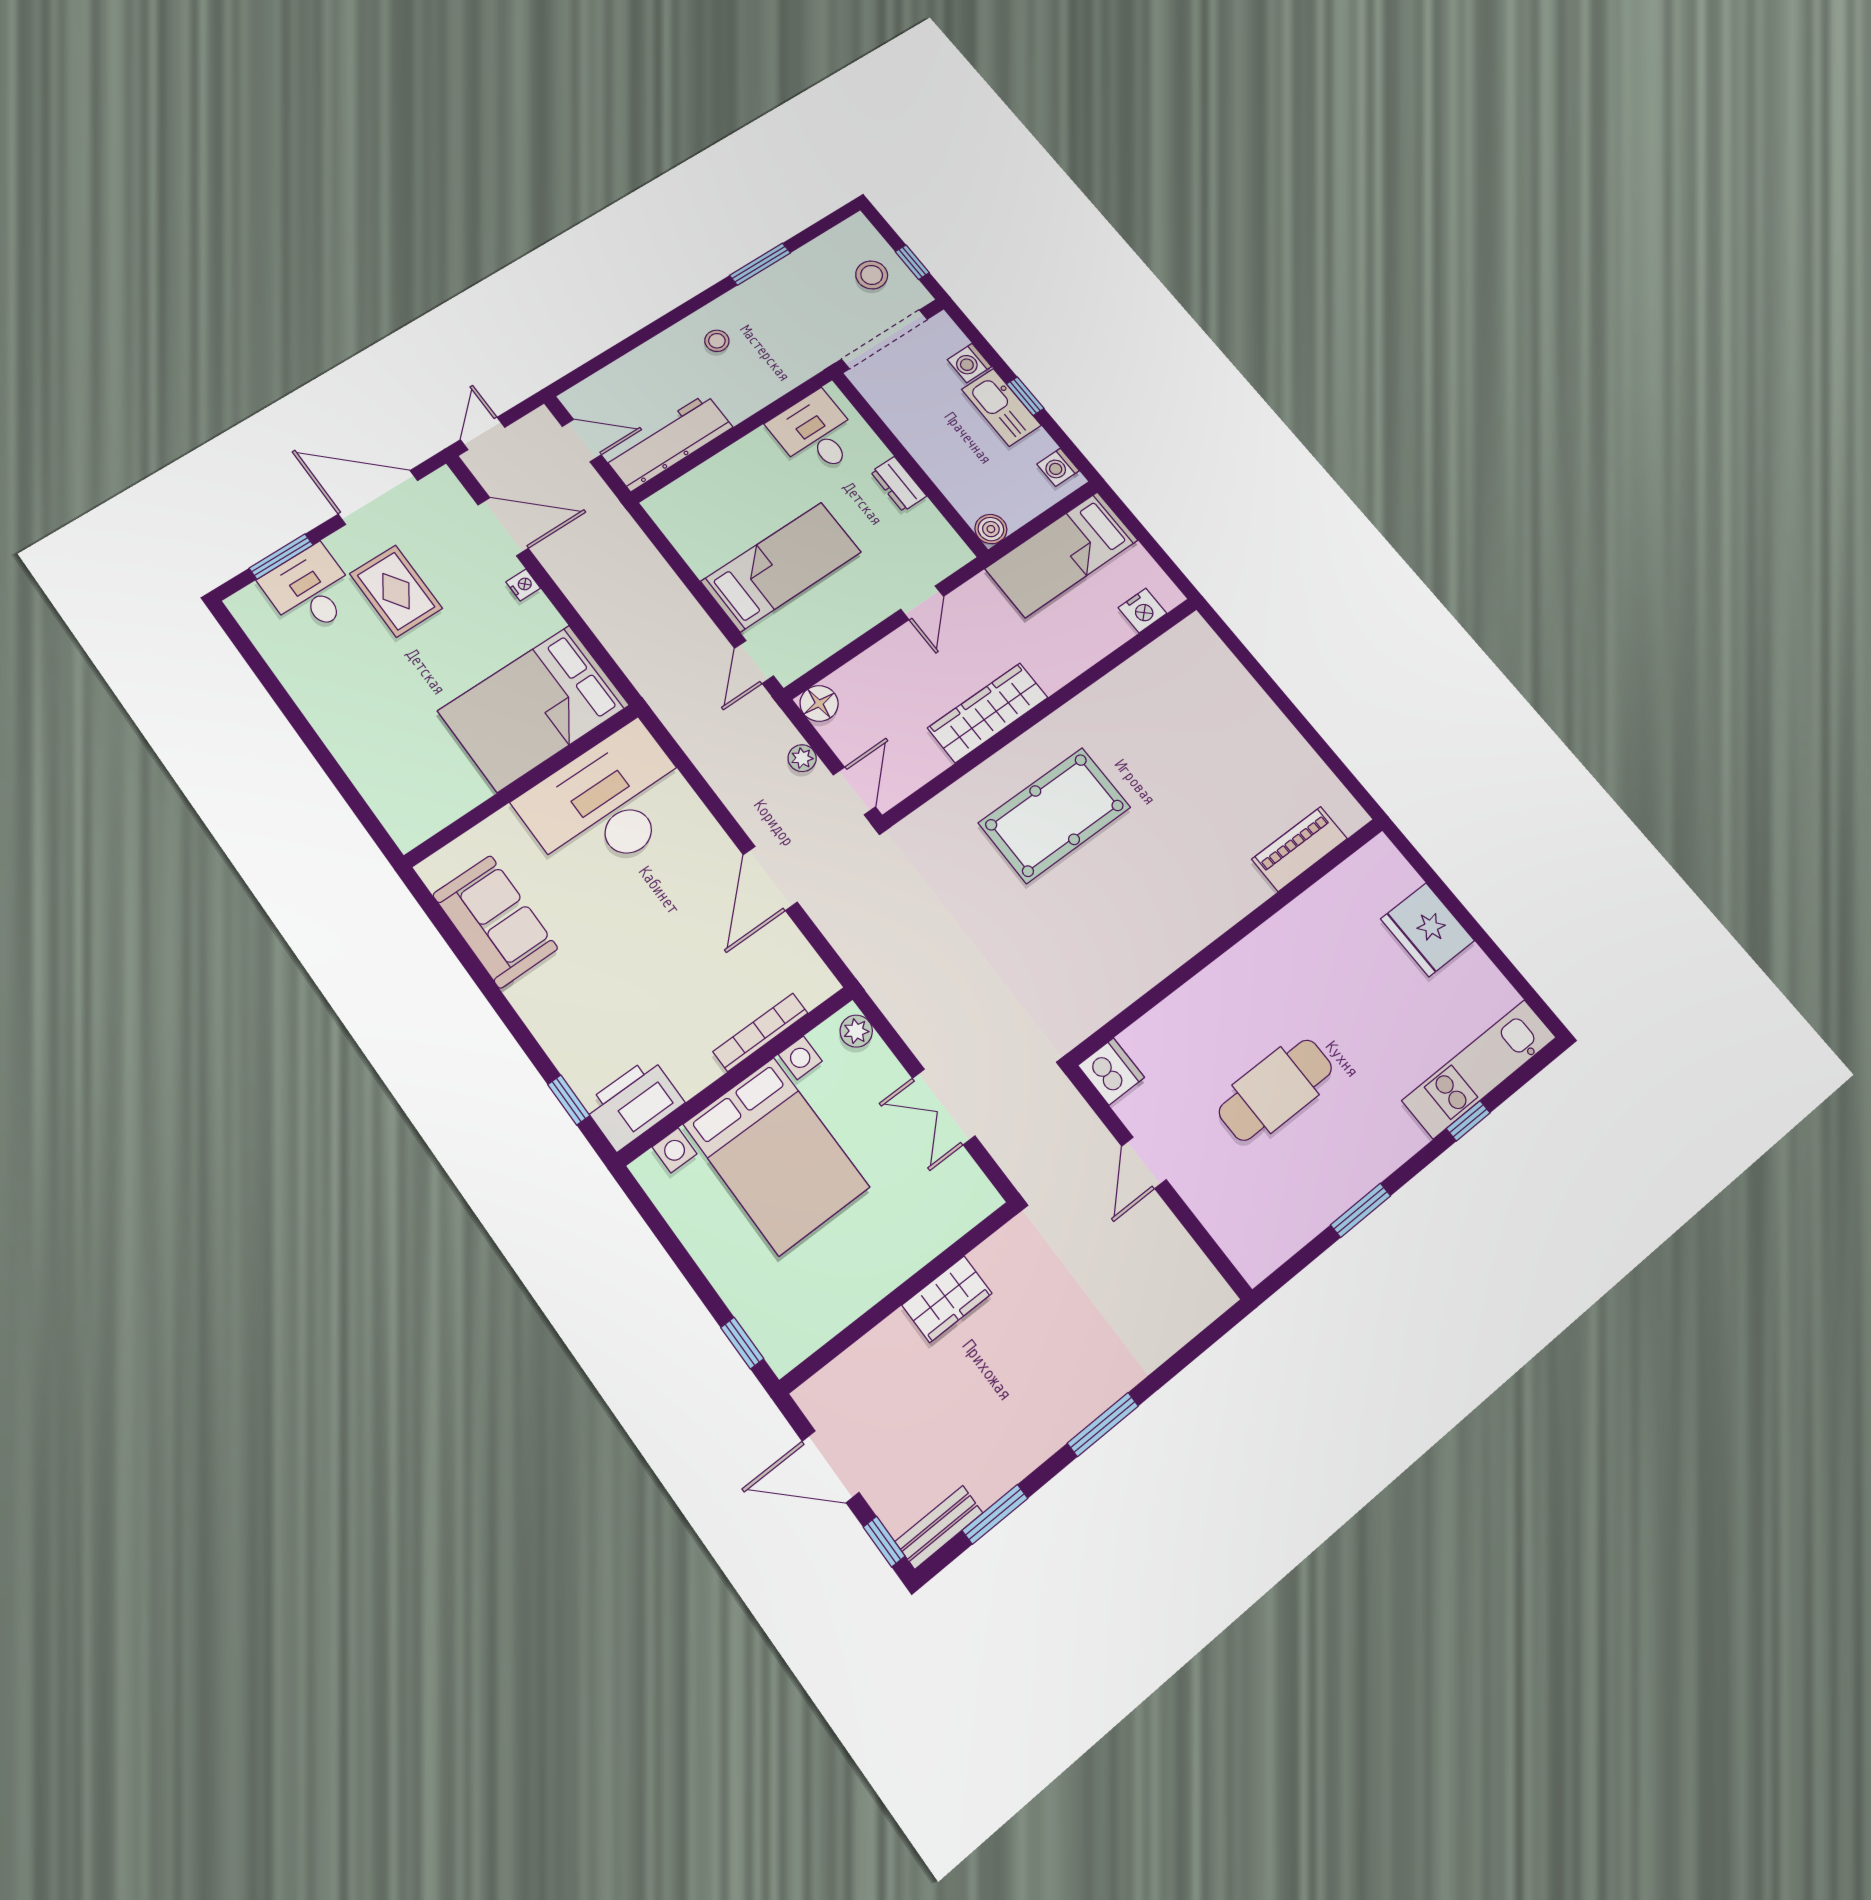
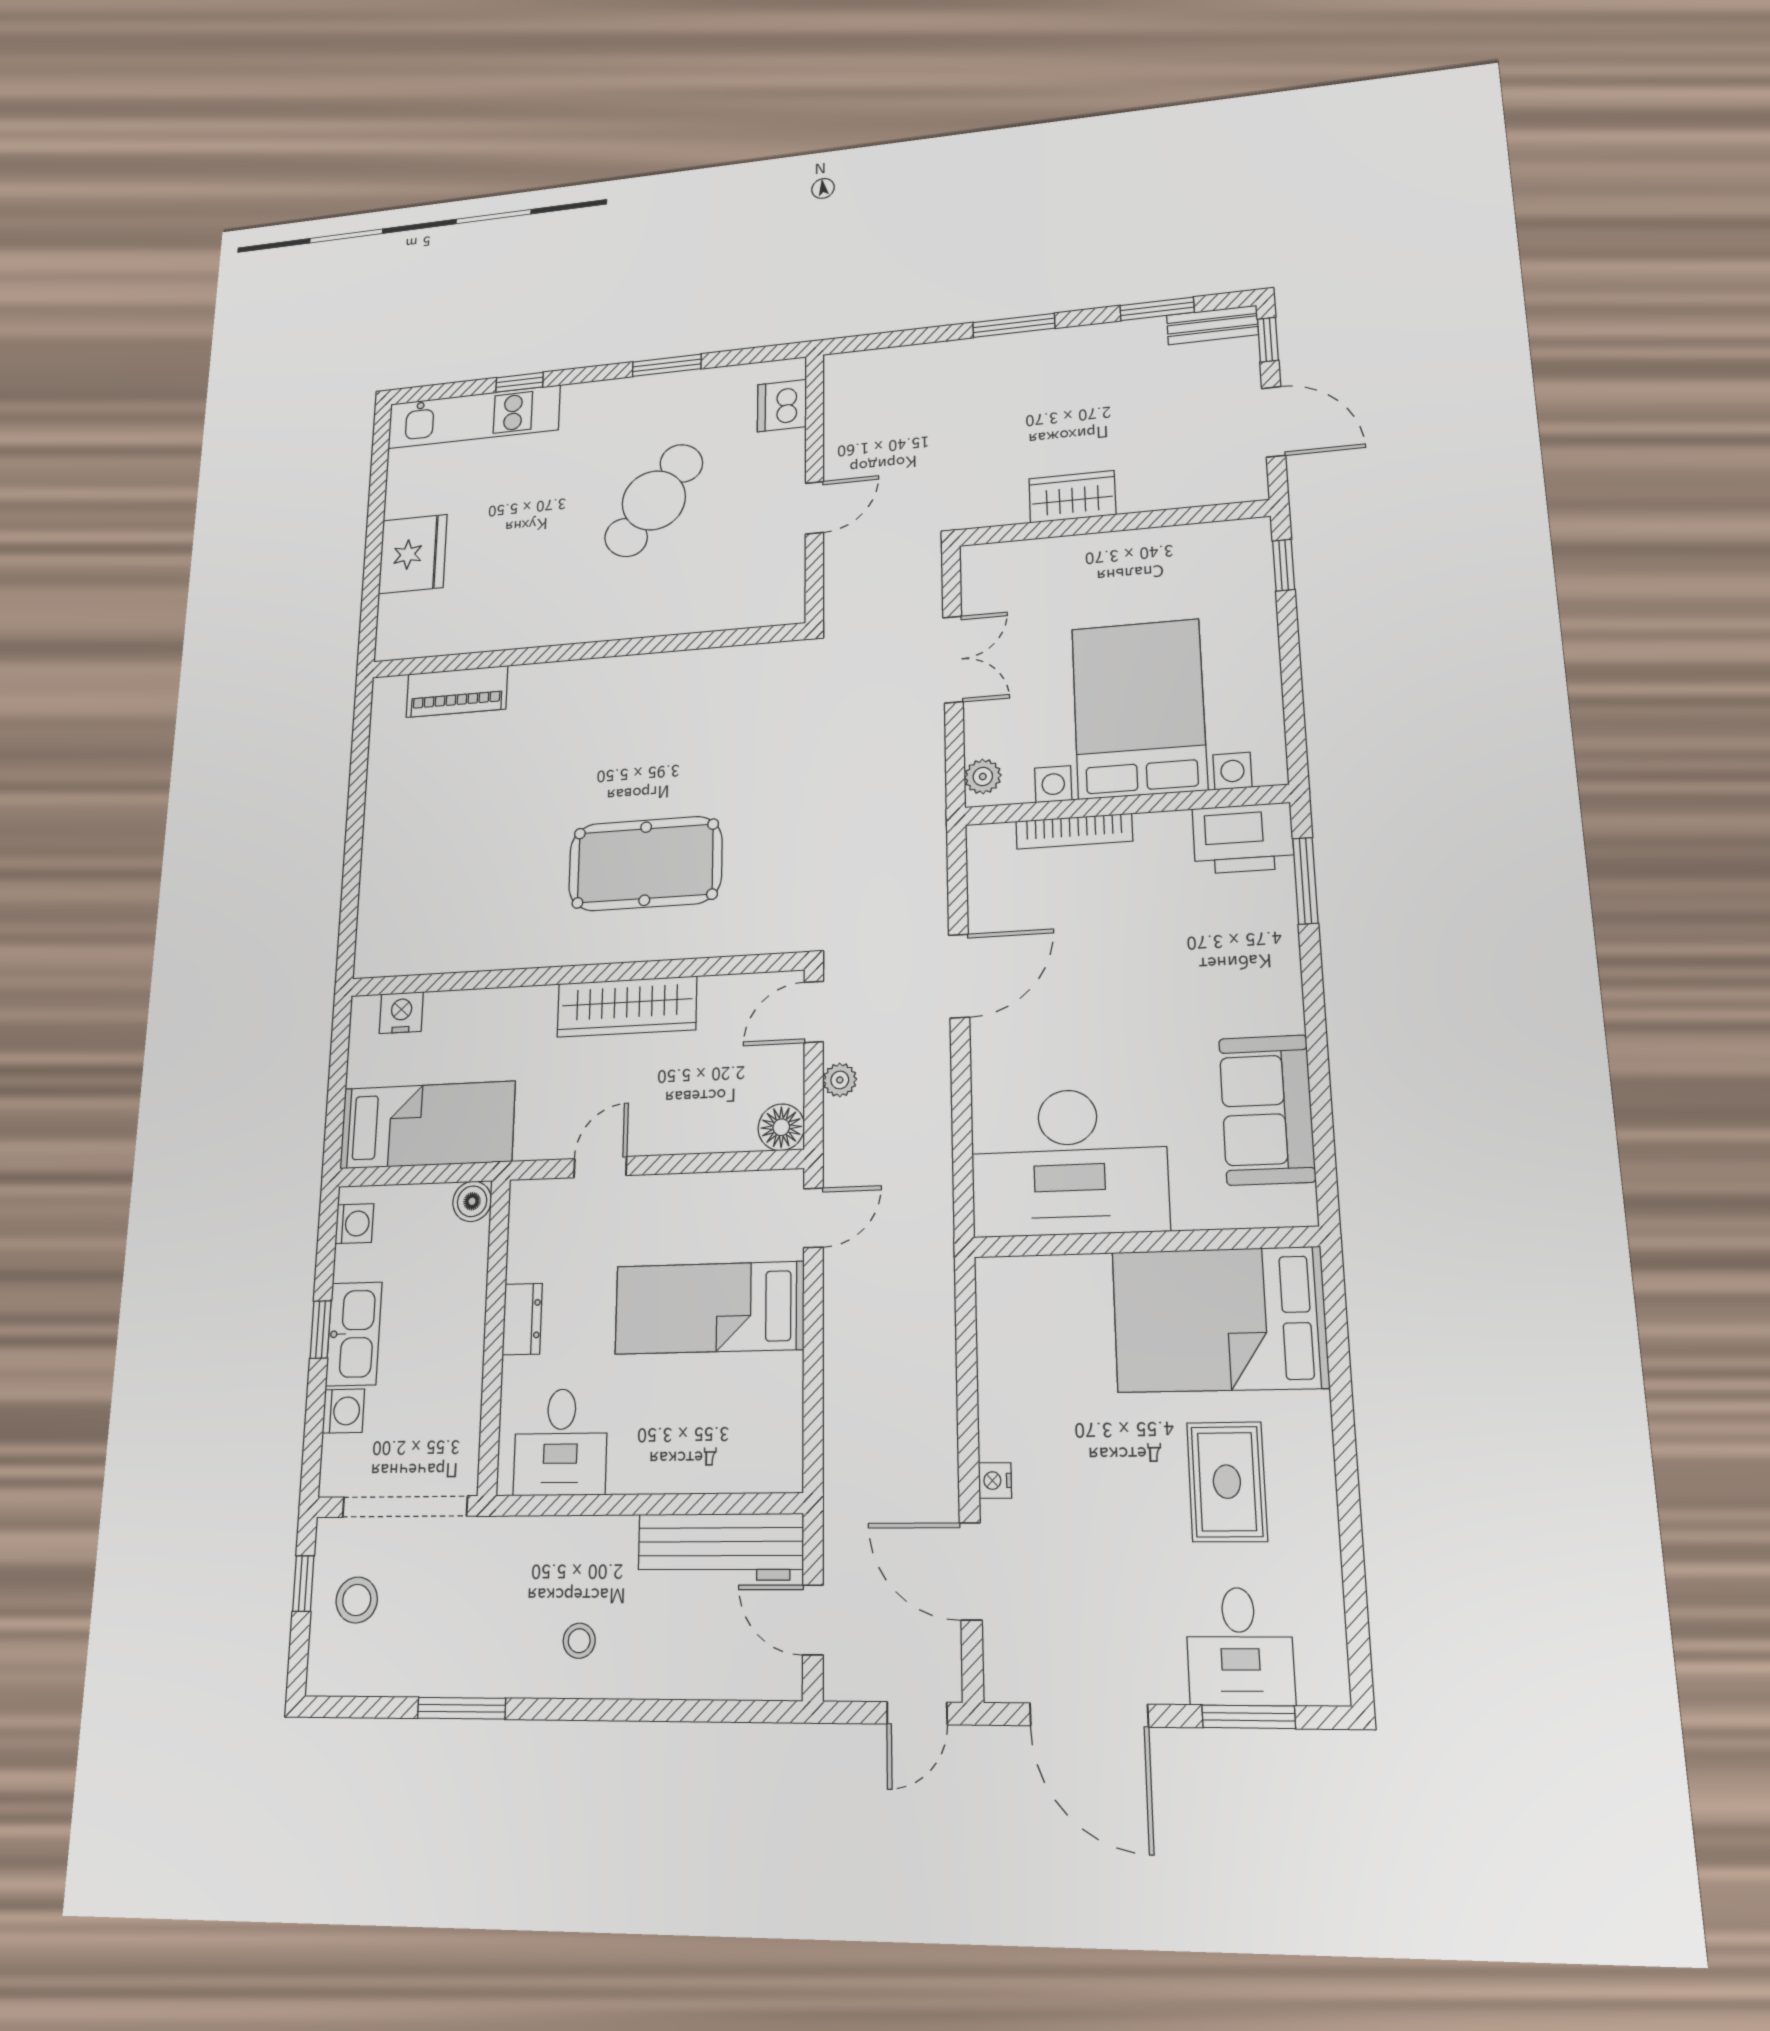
rug: (396, 591) -> (1227, 1482), moved
bed: (534, 708) -> (1219, 1319), moved, turned 180
dishwasher: (1111, 1071) -> (782, 406), moved
cafe table: (1276, 1090) -> (654, 500), turned -54
window: (569, 1100) -> (1305, 881), width x1.50

